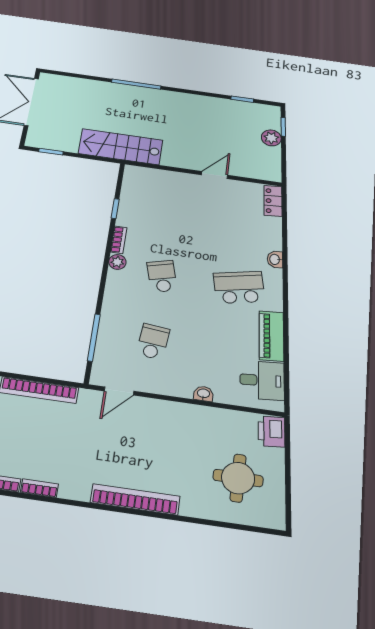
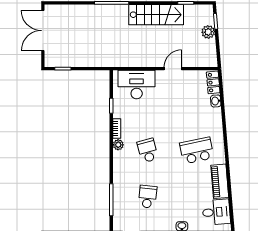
stairs: (121, 147) -> (156, 15), moved, turned 180
desk: (158, 187) -> (137, 85), added
washbasin: (275, 259) -> (216, 101), moved

